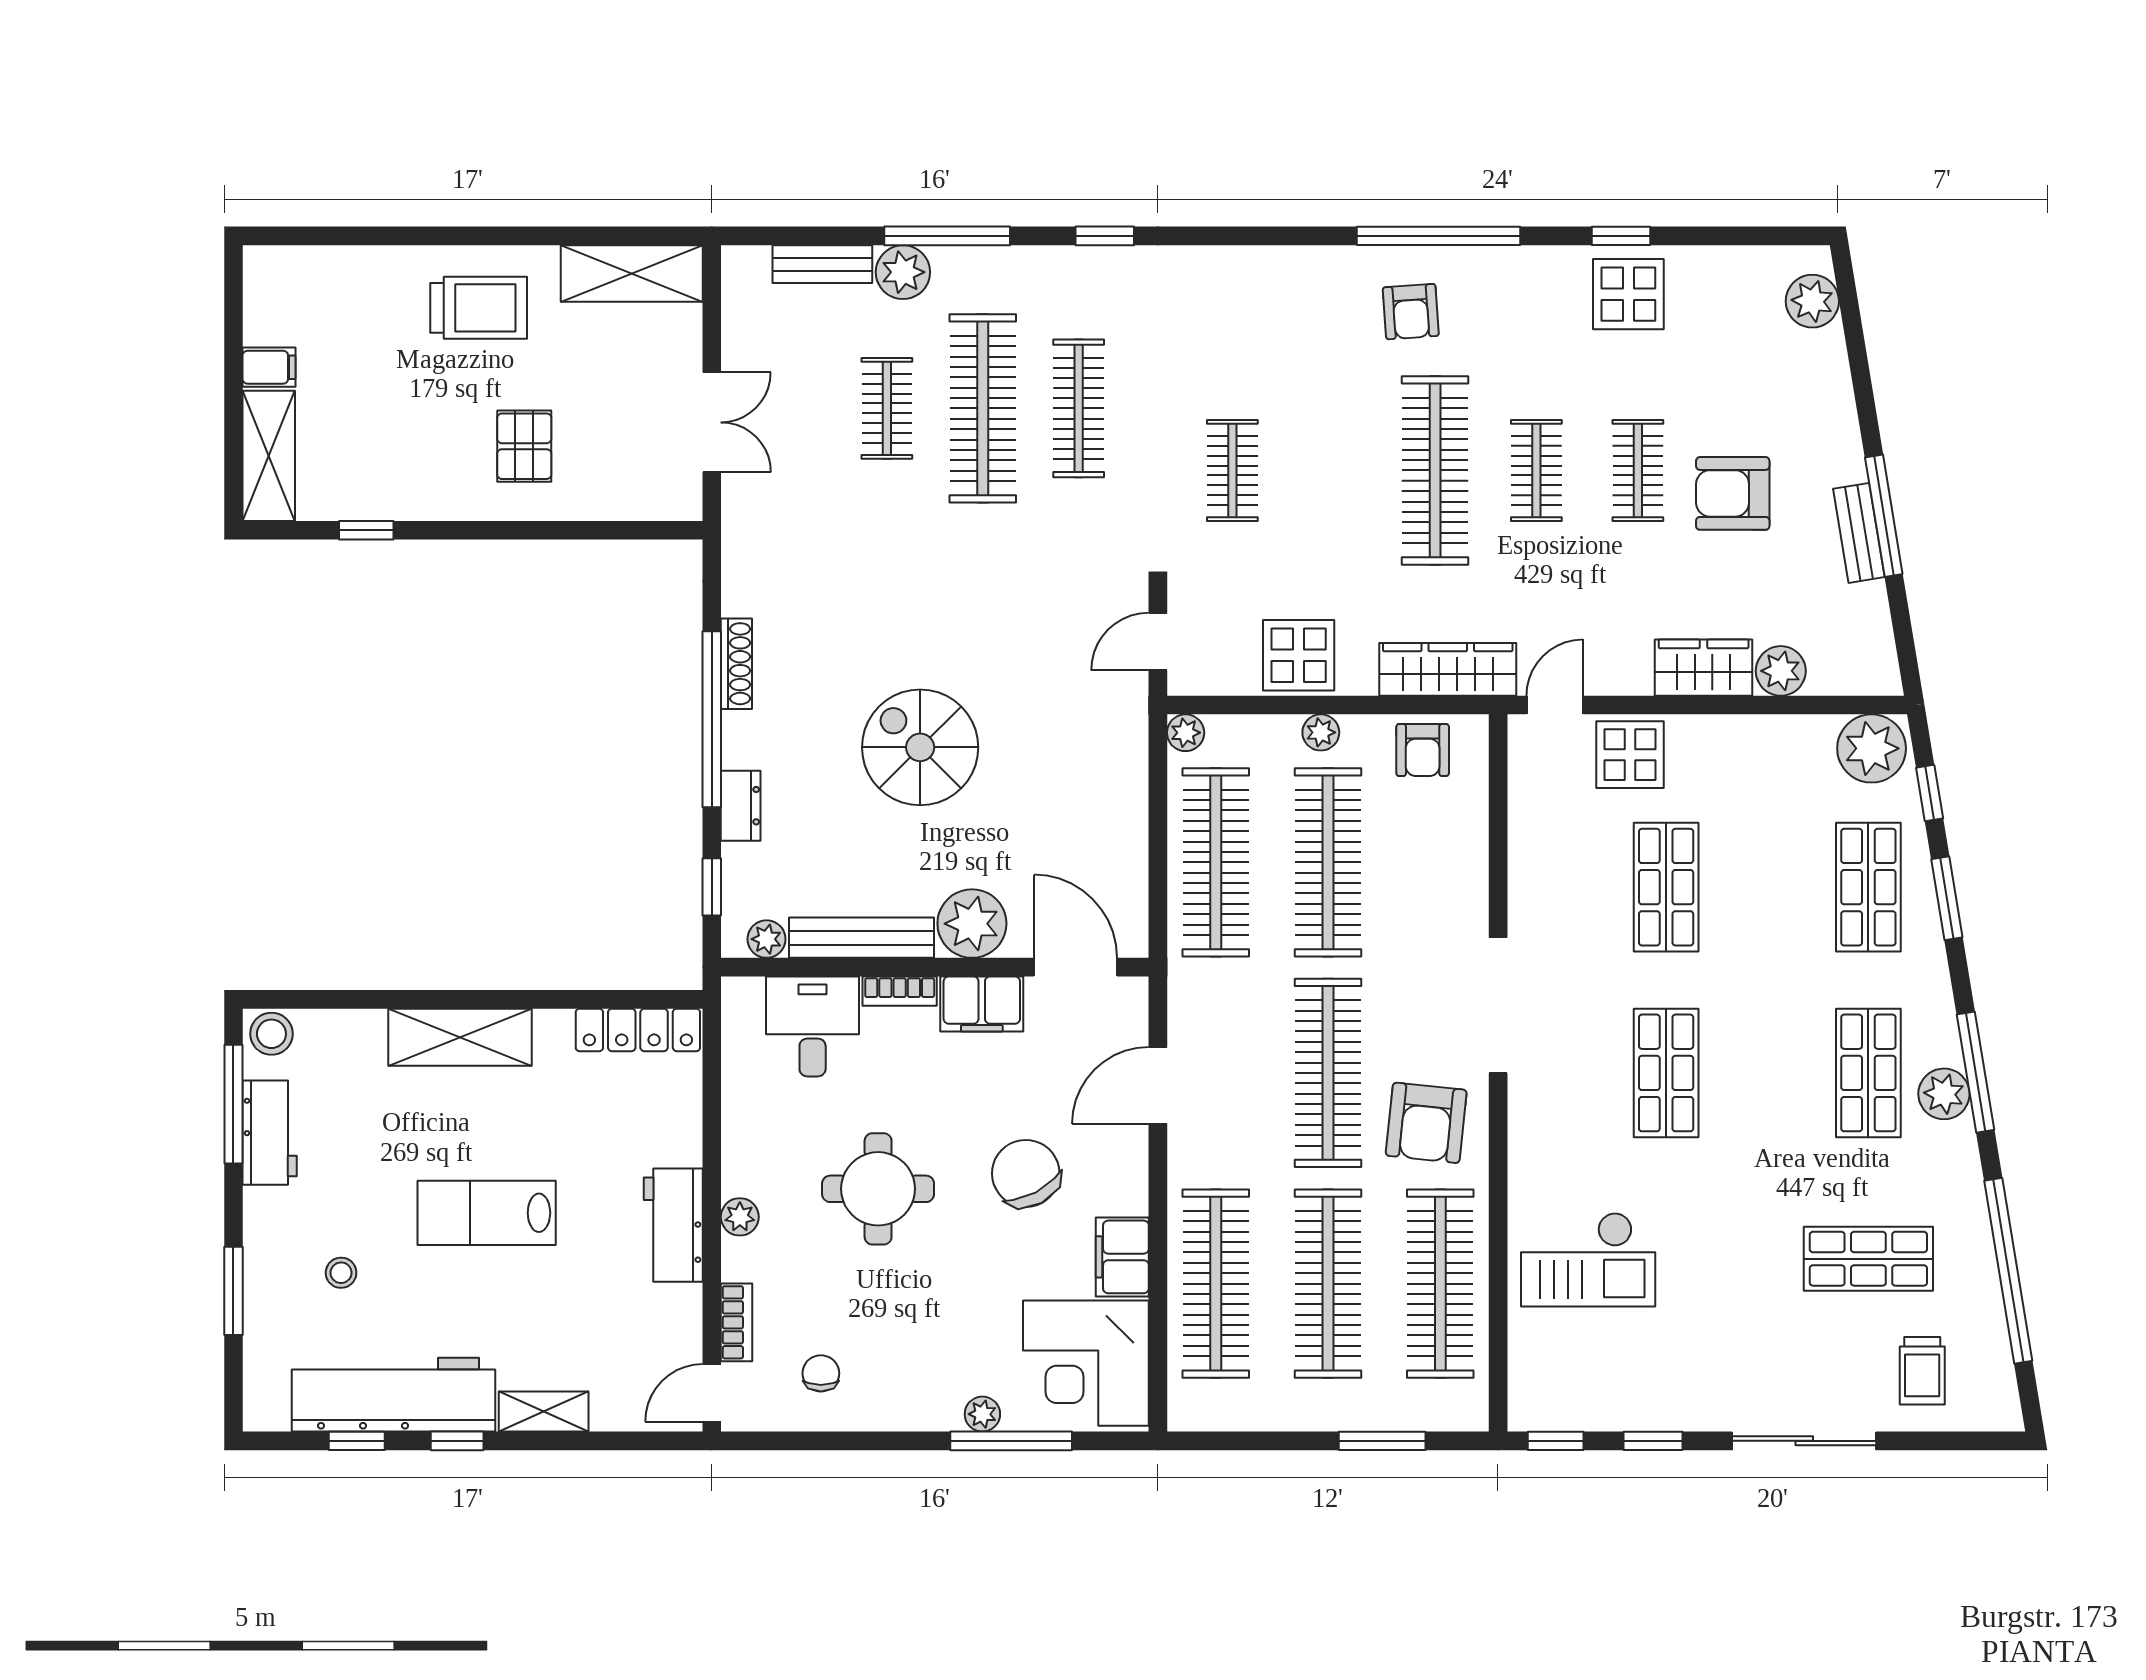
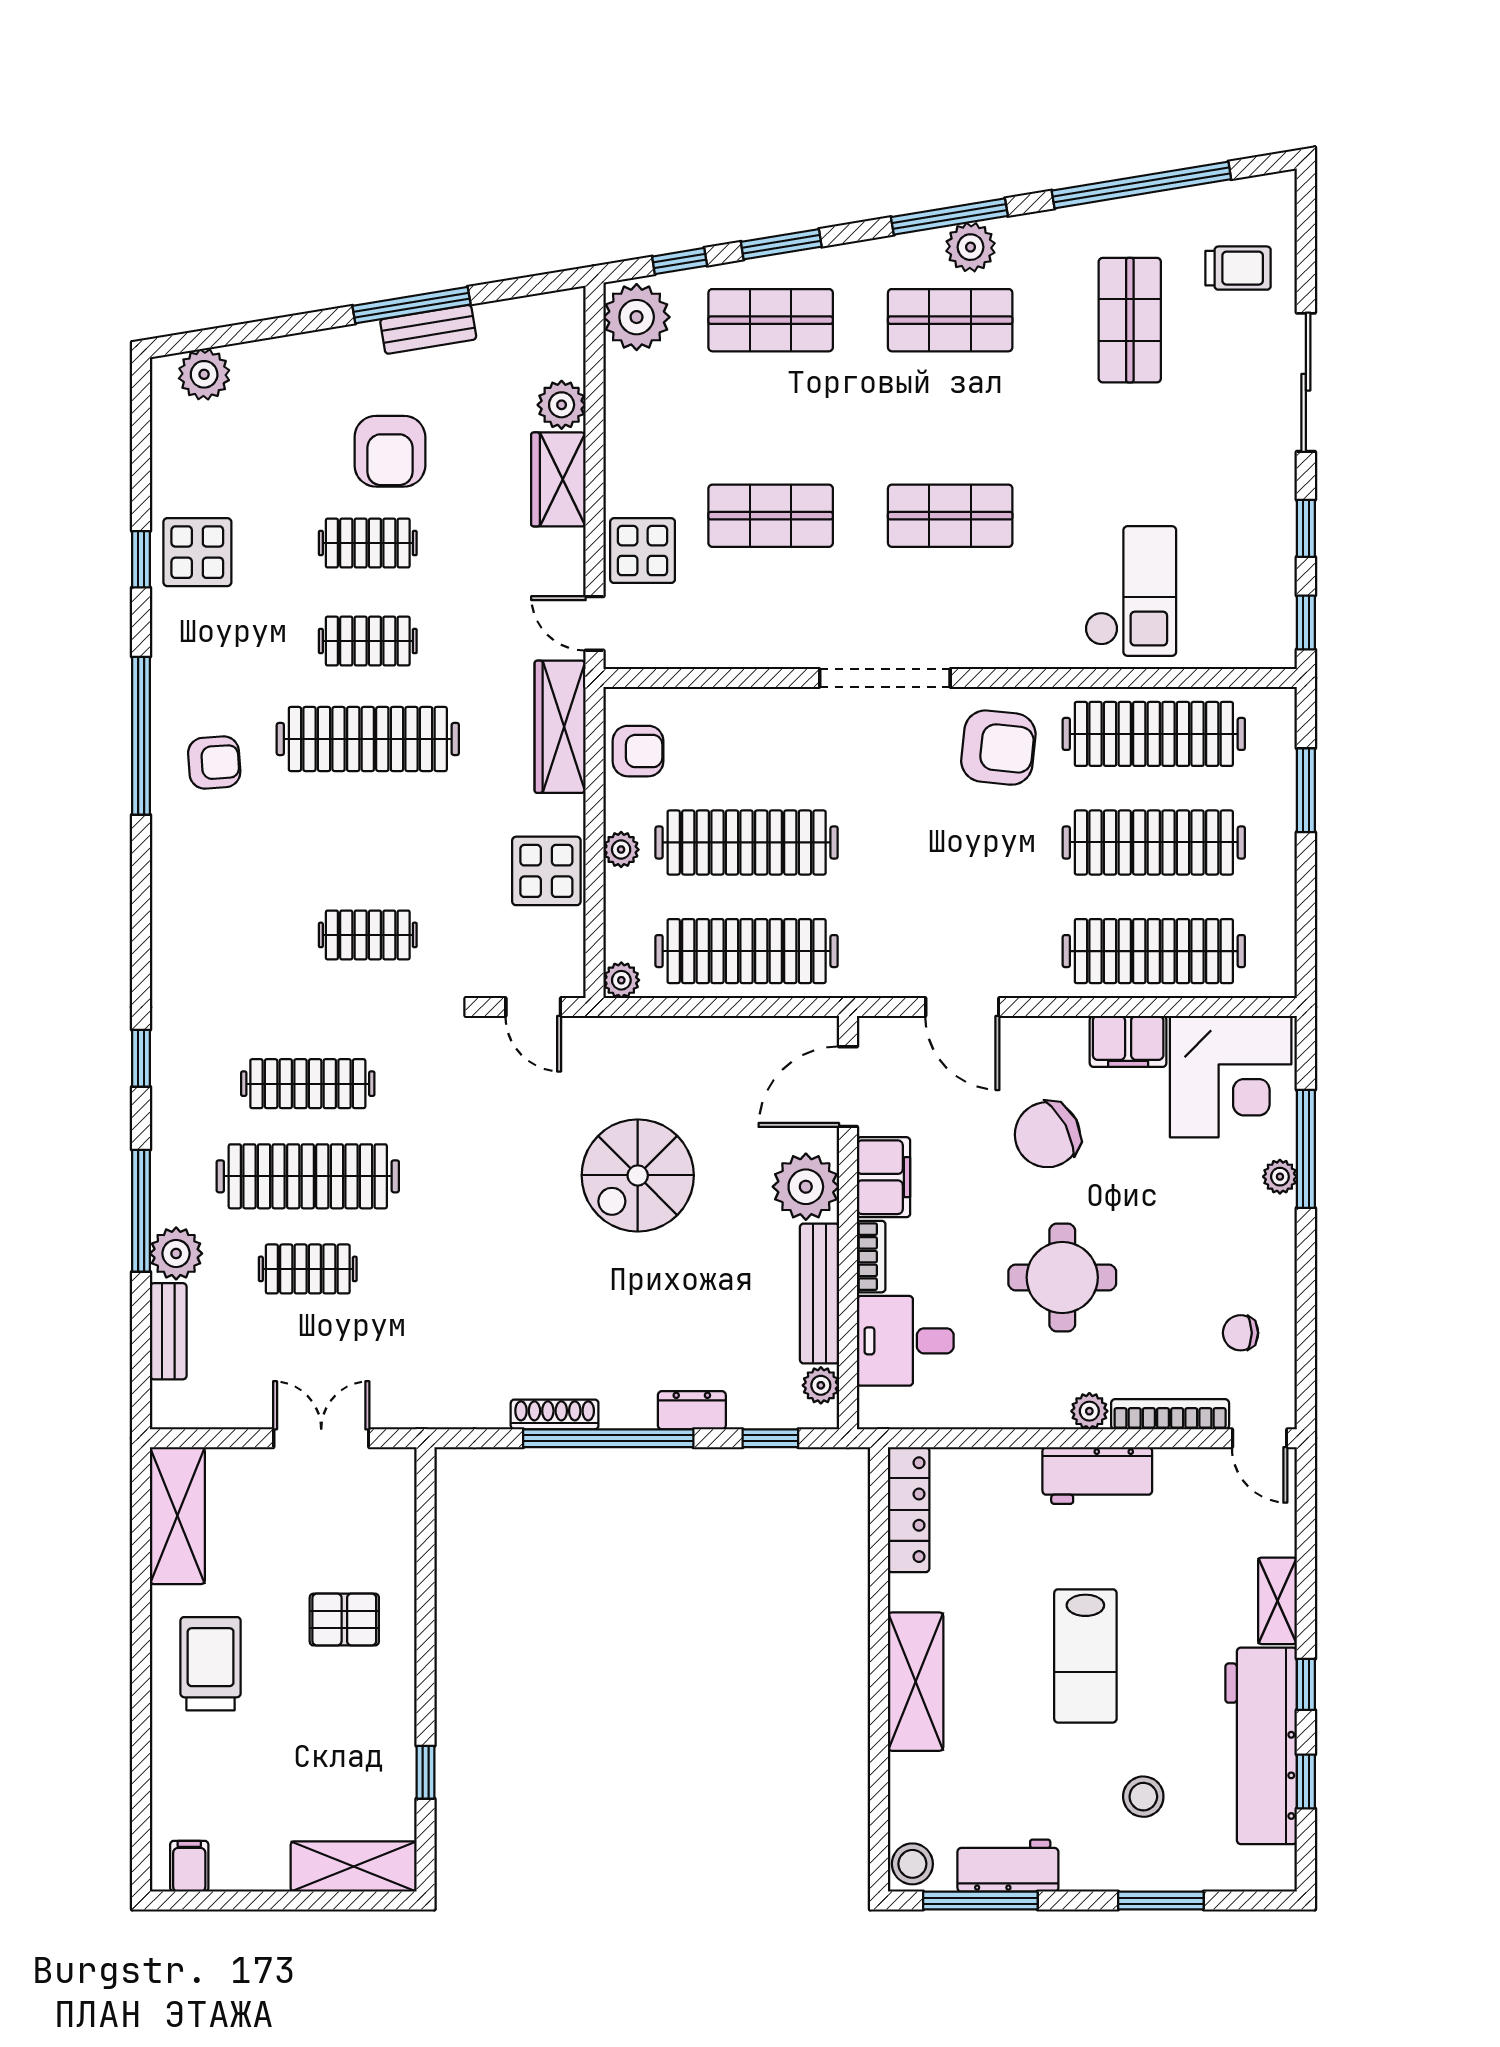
filing cabinet: (269, 367) -> (189, 1866), moved
spiral stairs: (920, 747) -> (638, 1175), moved
clothes rail: (1328, 1073) -> (950, 842), removed
stool: (341, 1273) -> (1143, 1797), width x1.37, depth x1.37
bookcase: (737, 1322) -> (1170, 1414), width x1.56

